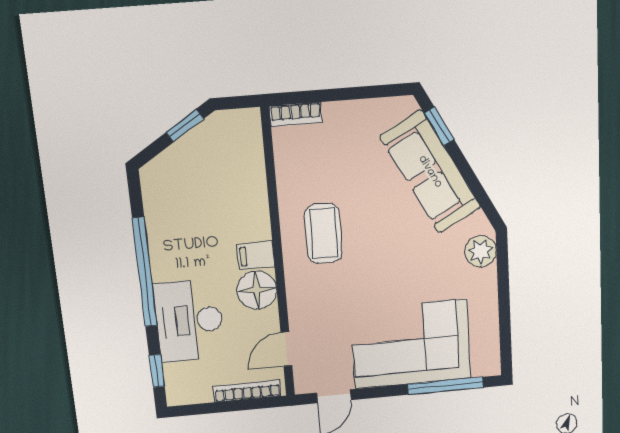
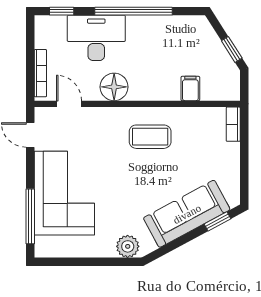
filing cabinet: (256, 255) -> (190, 88), moved

